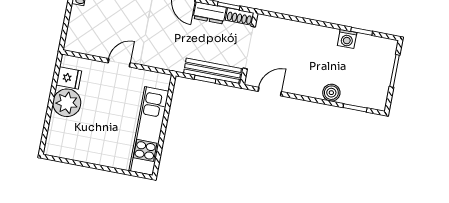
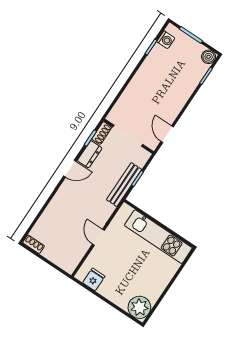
washing machine: (347, 39) -> (166, 40), moved
bench: (212, 71) -> (124, 185), moved
boiler: (331, 93) -> (209, 57), moved
plant: (67, 103) -> (139, 307), moved

